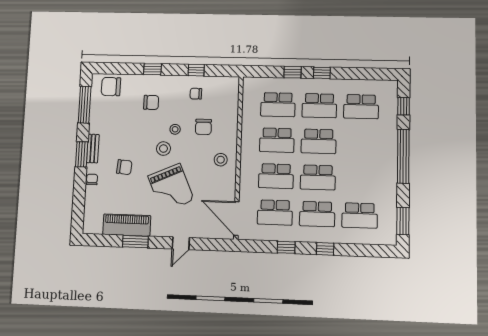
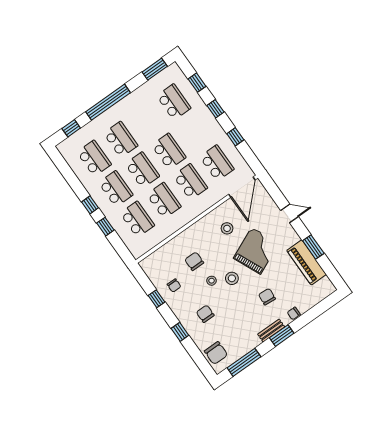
chair: (203, 127) -> (194, 261), turned -90
stool: (221, 160) -> (227, 228), moved
school desk: (317, 214) -> (121, 140), moved
window: (362, 250) -> (197, 83), added

